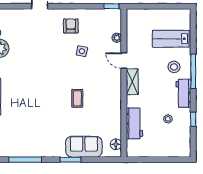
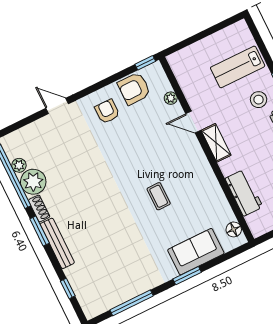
armchair: (96, 20) -> (134, 89), added
side table: (82, 51) -> (136, 136), removed

